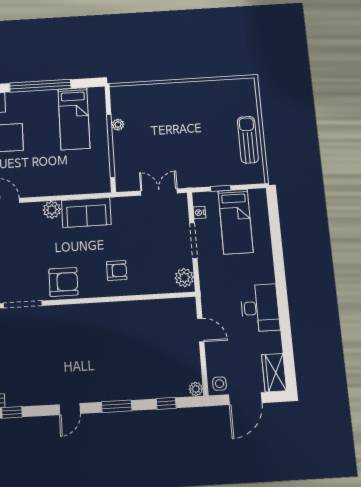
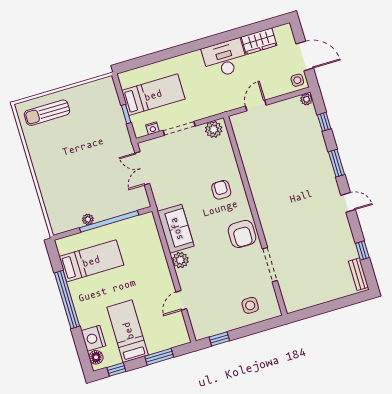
sun lounger: (248, 140) -> (47, 113), moved
armchair: (63, 282) -> (242, 234), turned 180
wardrobe: (274, 373) -> (259, 41), moved

